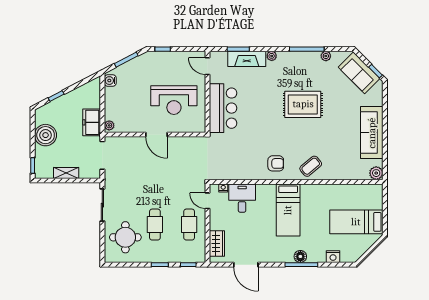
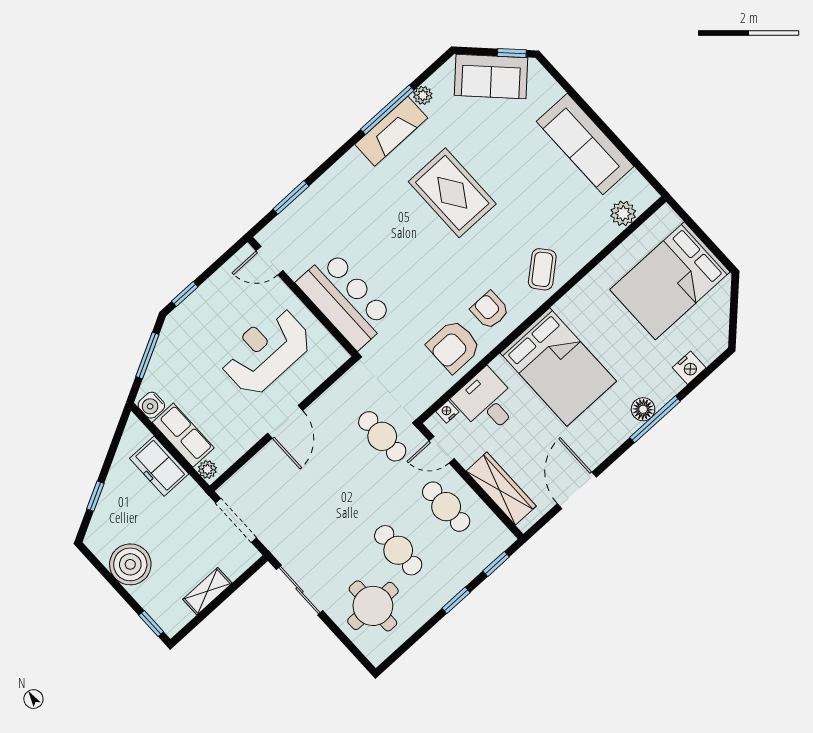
plant: (272, 56) -> (347, 164), removed
fireplace: (247, 59) -> (391, 131), moved
reception desk: (174, 100) -> (266, 351), turned 180
row of seats: (112, 103) -> (183, 435), added
rug: (303, 104) -> (452, 193), turned 90
freezer: (92, 122) -> (159, 466), moved
door: (156, 134) -> (285, 422), hinge flipped
armchair: (276, 163) -> (490, 310), turned -90
armchair: (249, 165) -> (454, 346), added
plant: (376, 173) -> (623, 213), moved
cafe table: (189, 175) -> (382, 436), added
bed: (288, 210) -> (558, 367), width x1.50
bed: (356, 222) -> (670, 281), width x1.50
wardrobe: (217, 243) -> (501, 489), width x1.50
door: (246, 265) -> (577, 490), swing flipped

